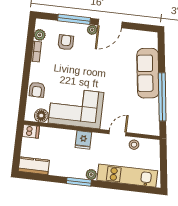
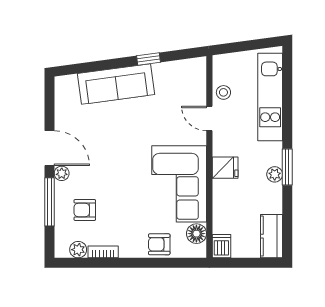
armchair: (37, 90) -> (159, 244), turned 180
window: (162, 97) -> (149, 59), width x0.32
plant: (91, 175) -> (275, 174), moved

